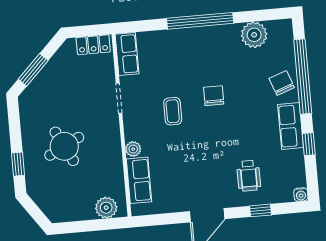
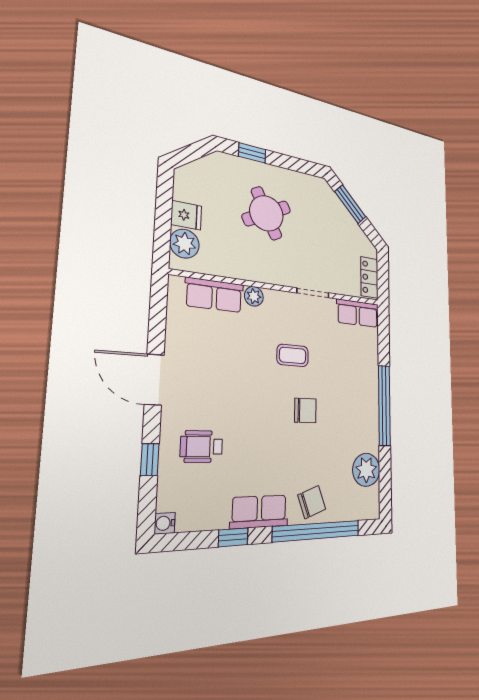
fridge: (85, 209) -> (186, 215), added

